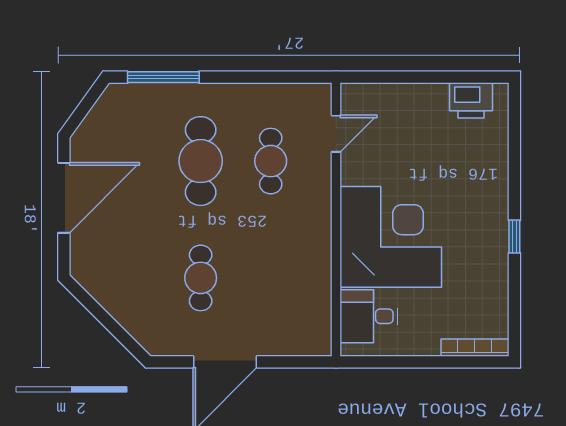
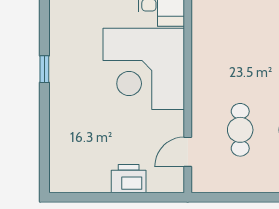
printer: (471, 100) -> (129, 179), moved

